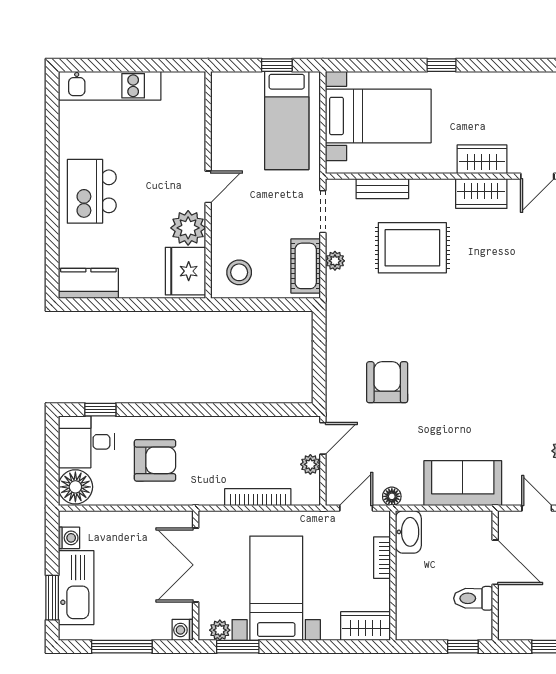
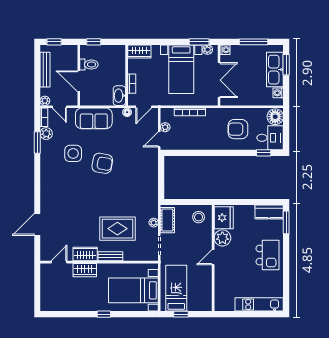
bench: (382, 189) -> (110, 256), moved
window: (52, 261) -> (286, 222), added
armchair: (387, 382) -> (102, 163), moved, turned -80
side table: (507, 408) -> (73, 153), added

